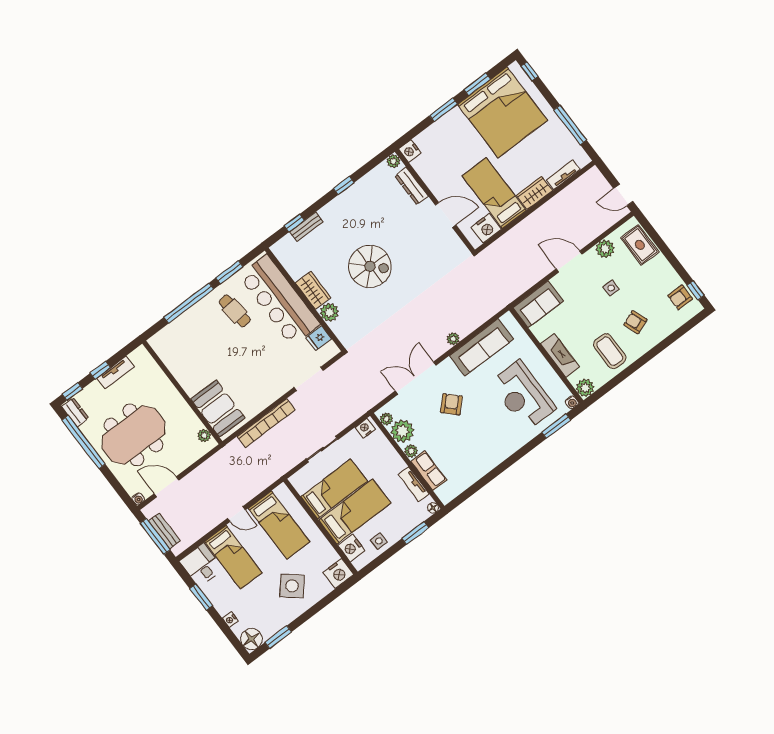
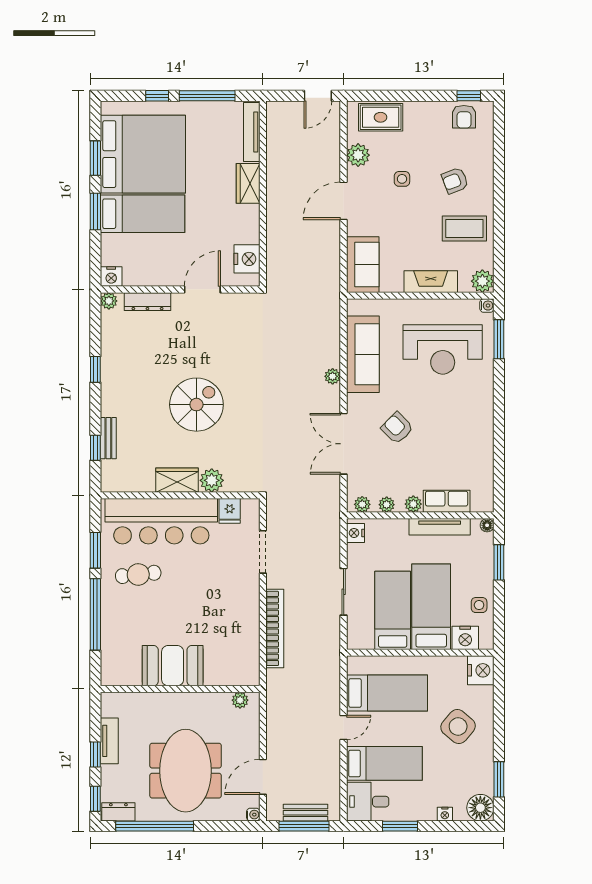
window: (529, 71) -> (157, 96), moved
tv unit: (563, 175) -> (252, 132), width x1.41
bed: (494, 193) -> (142, 214), moved, turned 180
booth: (218, 409) -> (173, 666), moved
plant: (402, 431) -> (387, 505), width x0.53, depth x0.53
tv unit: (414, 484) -> (440, 527), width x1.41

